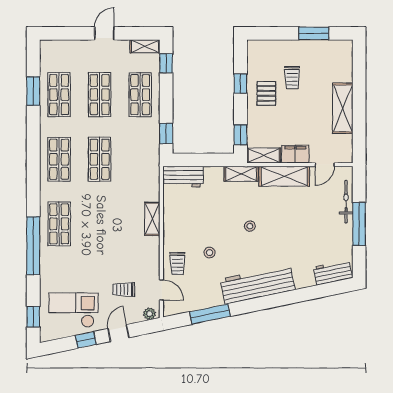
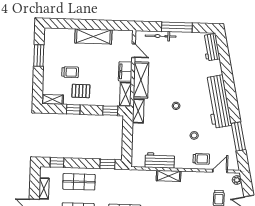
shelving: (145, 46) -> (44, 188), moved
shelving: (253, 54) -> (53, 99), added
workbench: (183, 177) -> (160, 160), moved, turned -90

